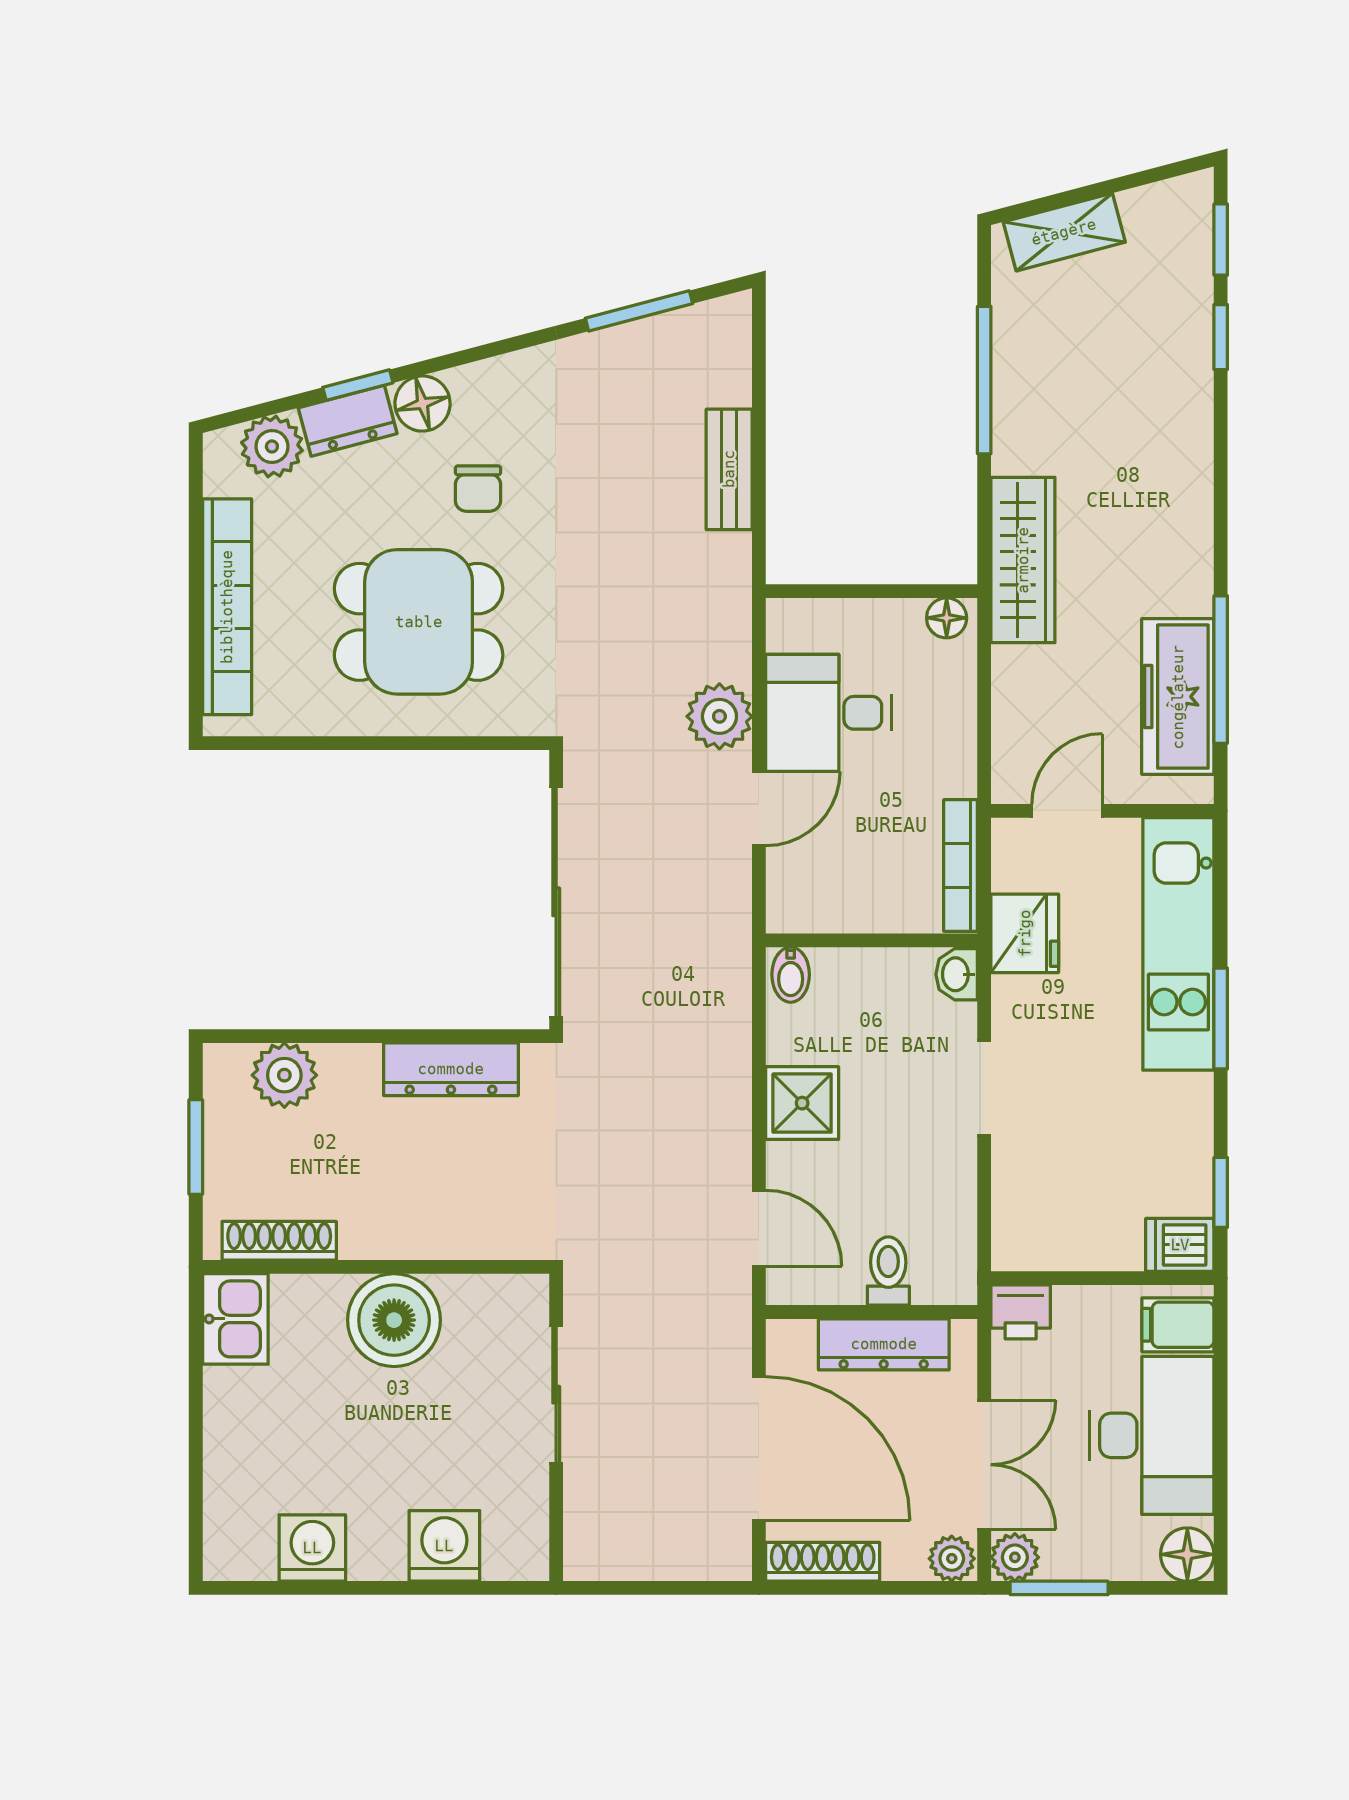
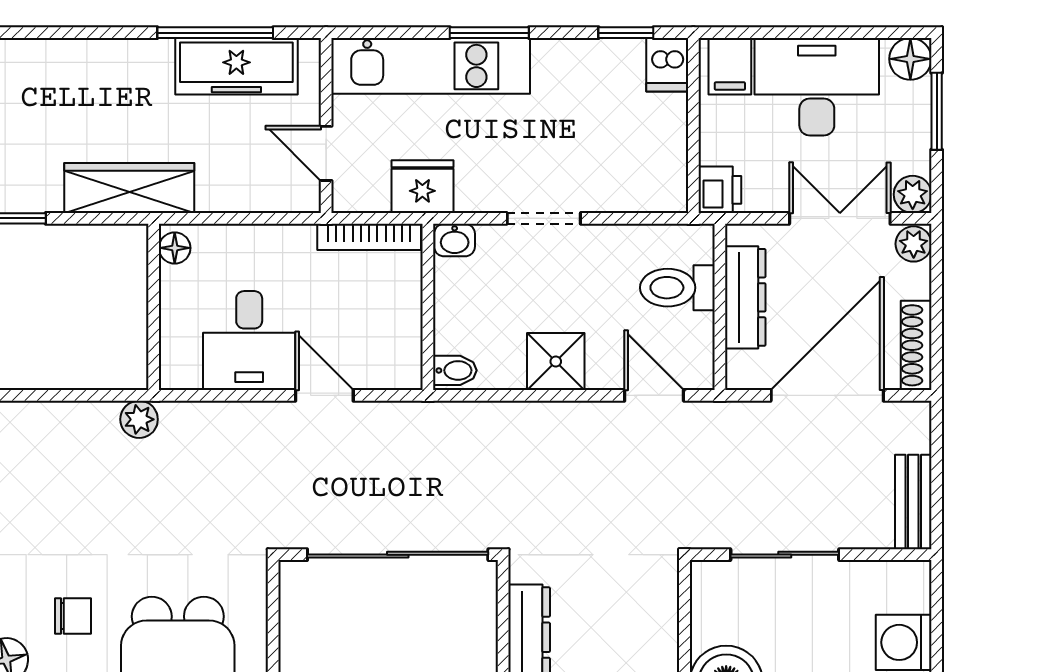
bench: (729, 469) -> (913, 502), moved, turned 90
plant: (719, 716) -> (139, 419), moved, width x0.73, depth x0.73
door: (759, 1228) -> (654, 395), hinge flipped
toilet: (888, 1271) -> (677, 288), width x1.37, depth x1.39
window: (1059, 1588) -> (937, 111), moved

